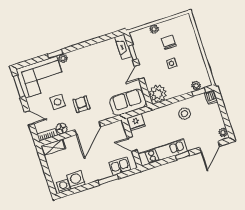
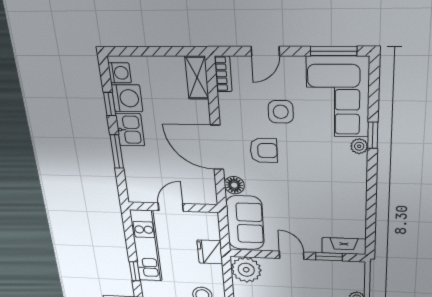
fridge: (136, 122) -> (210, 252), moved
floor lamp: (62, 129) -> (234, 185), moved
kitchen sink: (120, 166) -> (130, 130), moved
window: (82, 188) -> (110, 104), added

